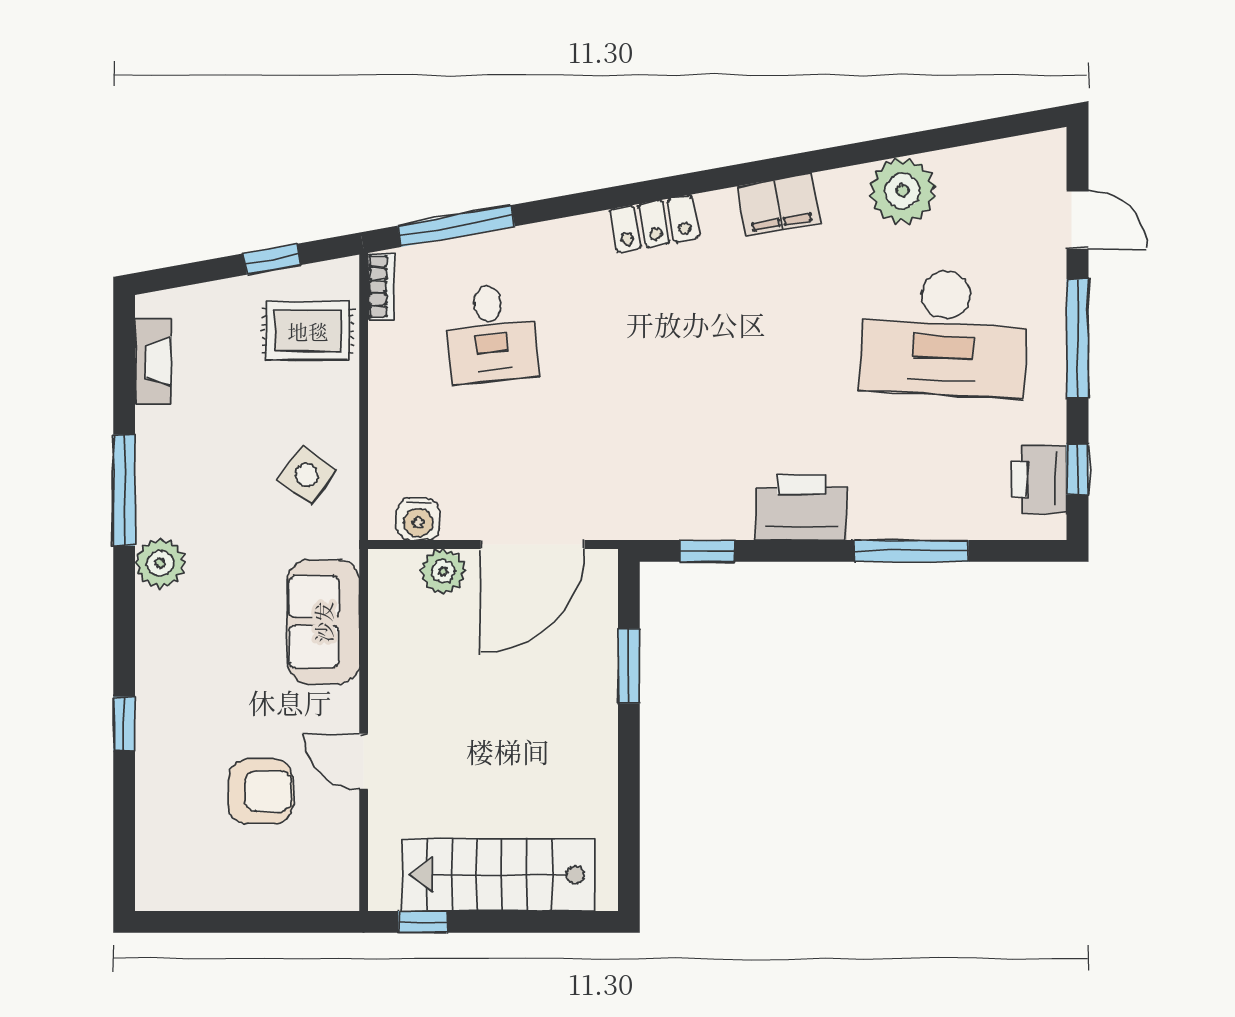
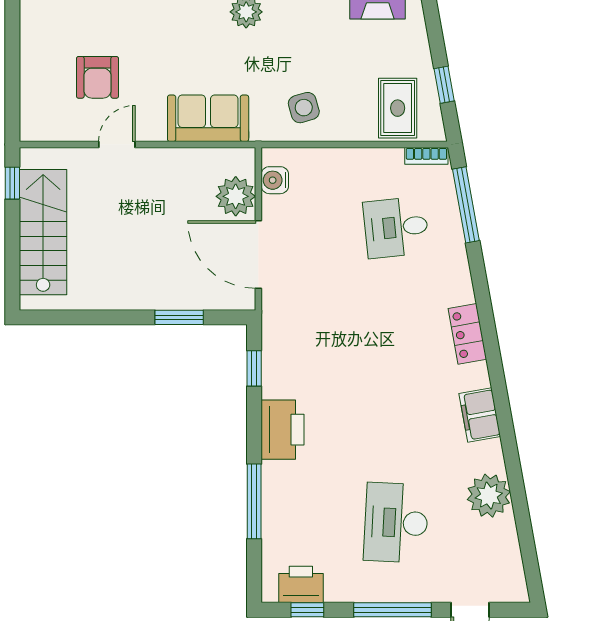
desk: (944, 333) -> (396, 523), width x0.73, depth x0.77
side table: (307, 475) -> (304, 108), turned 38
plant: (443, 571) -> (236, 196), width x1.36, depth x1.36

